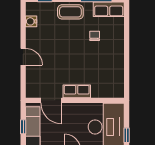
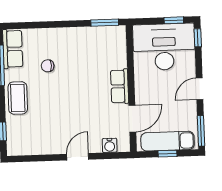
water cooler: (31, 21) -> (110, 145), moved
window: (127, 81) -> (105, 23), added

